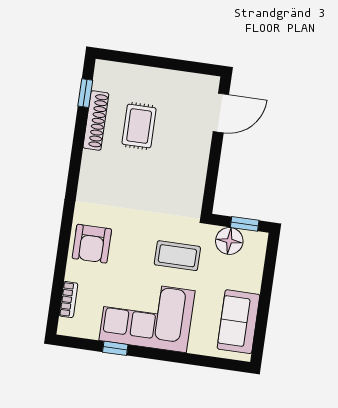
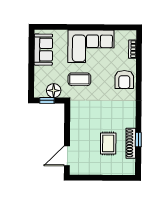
window: (85, 93) -> (138, 140), moved
armchair: (92, 244) -> (124, 80), turned 180
window: (115, 348) -> (105, 27), removed

